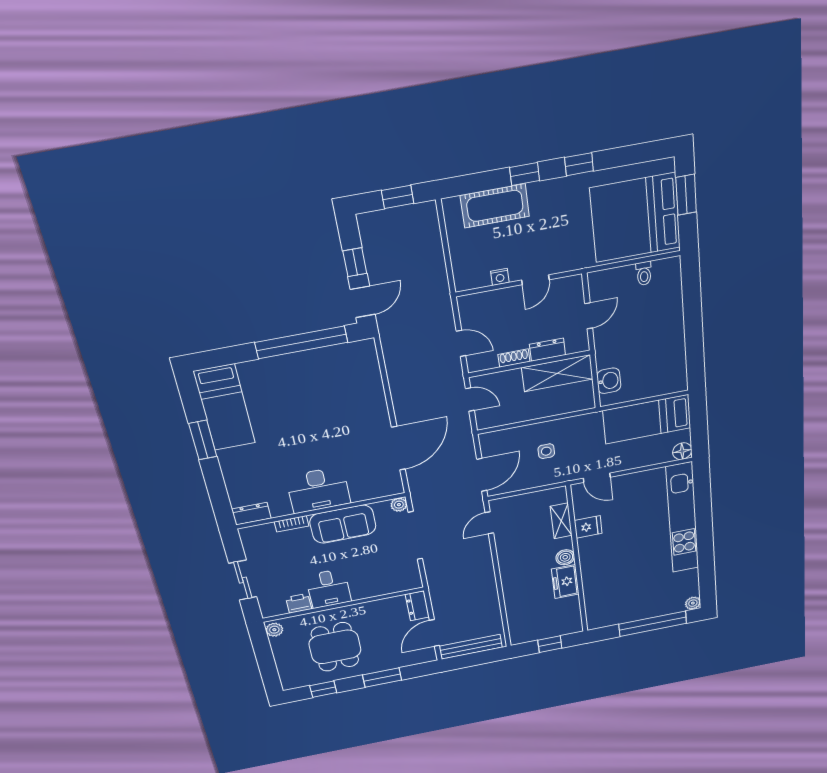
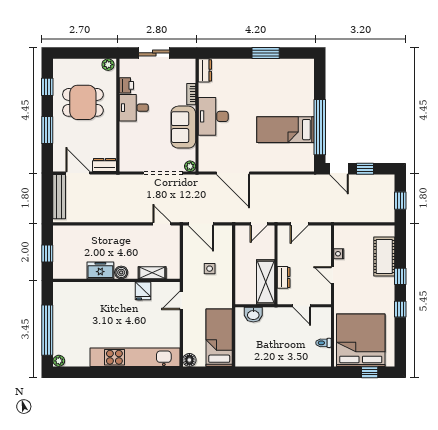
window: (686, 195) -> (370, 372), width x0.67
shoe rack: (514, 358) -> (282, 256), removed
bed: (225, 407) -> (285, 130), moved

